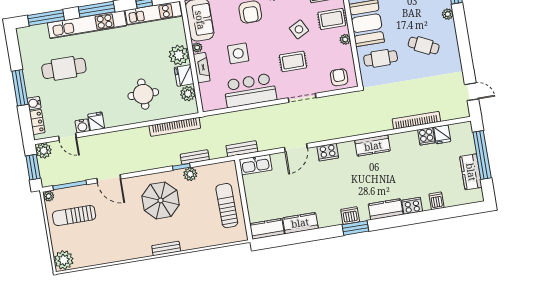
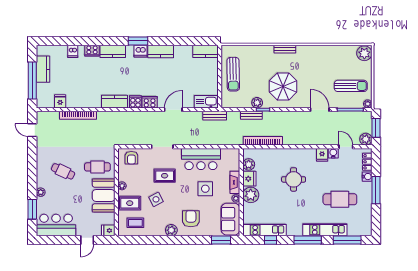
kitchen unit: (87, 24) -> (325, 230), width x0.73
round table: (143, 94) -> (294, 179), moved
cooker: (426, 136) -> (135, 102), moved
kitchen counter: (300, 223) -> (161, 51), moved

